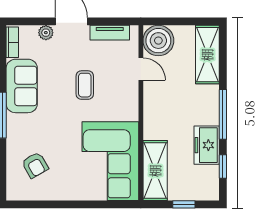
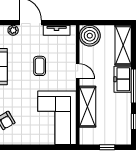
door: (141, 69) -> (78, 71), moved
freezer: (207, 145) -> (123, 79), moved
shelving: (155, 171) -> (87, 107), moved

